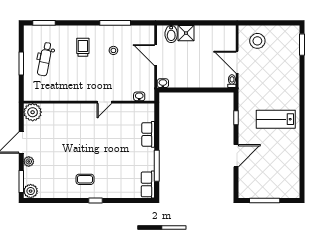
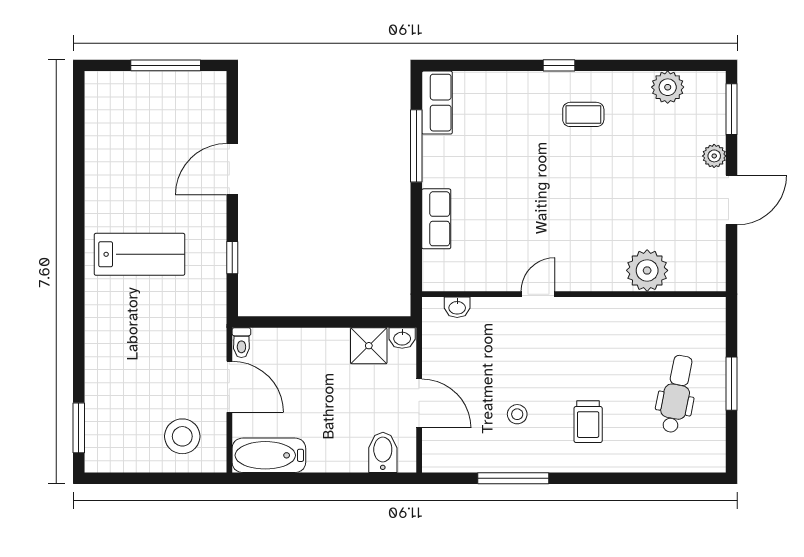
window: (44, 23) -> (678, 478), removed
shower: (186, 33) -> (369, 346), moved
bathtub: (220, 33) -> (269, 455), added
plant: (33, 112) -> (647, 270), moved
plant: (31, 191) -> (668, 87), moved

